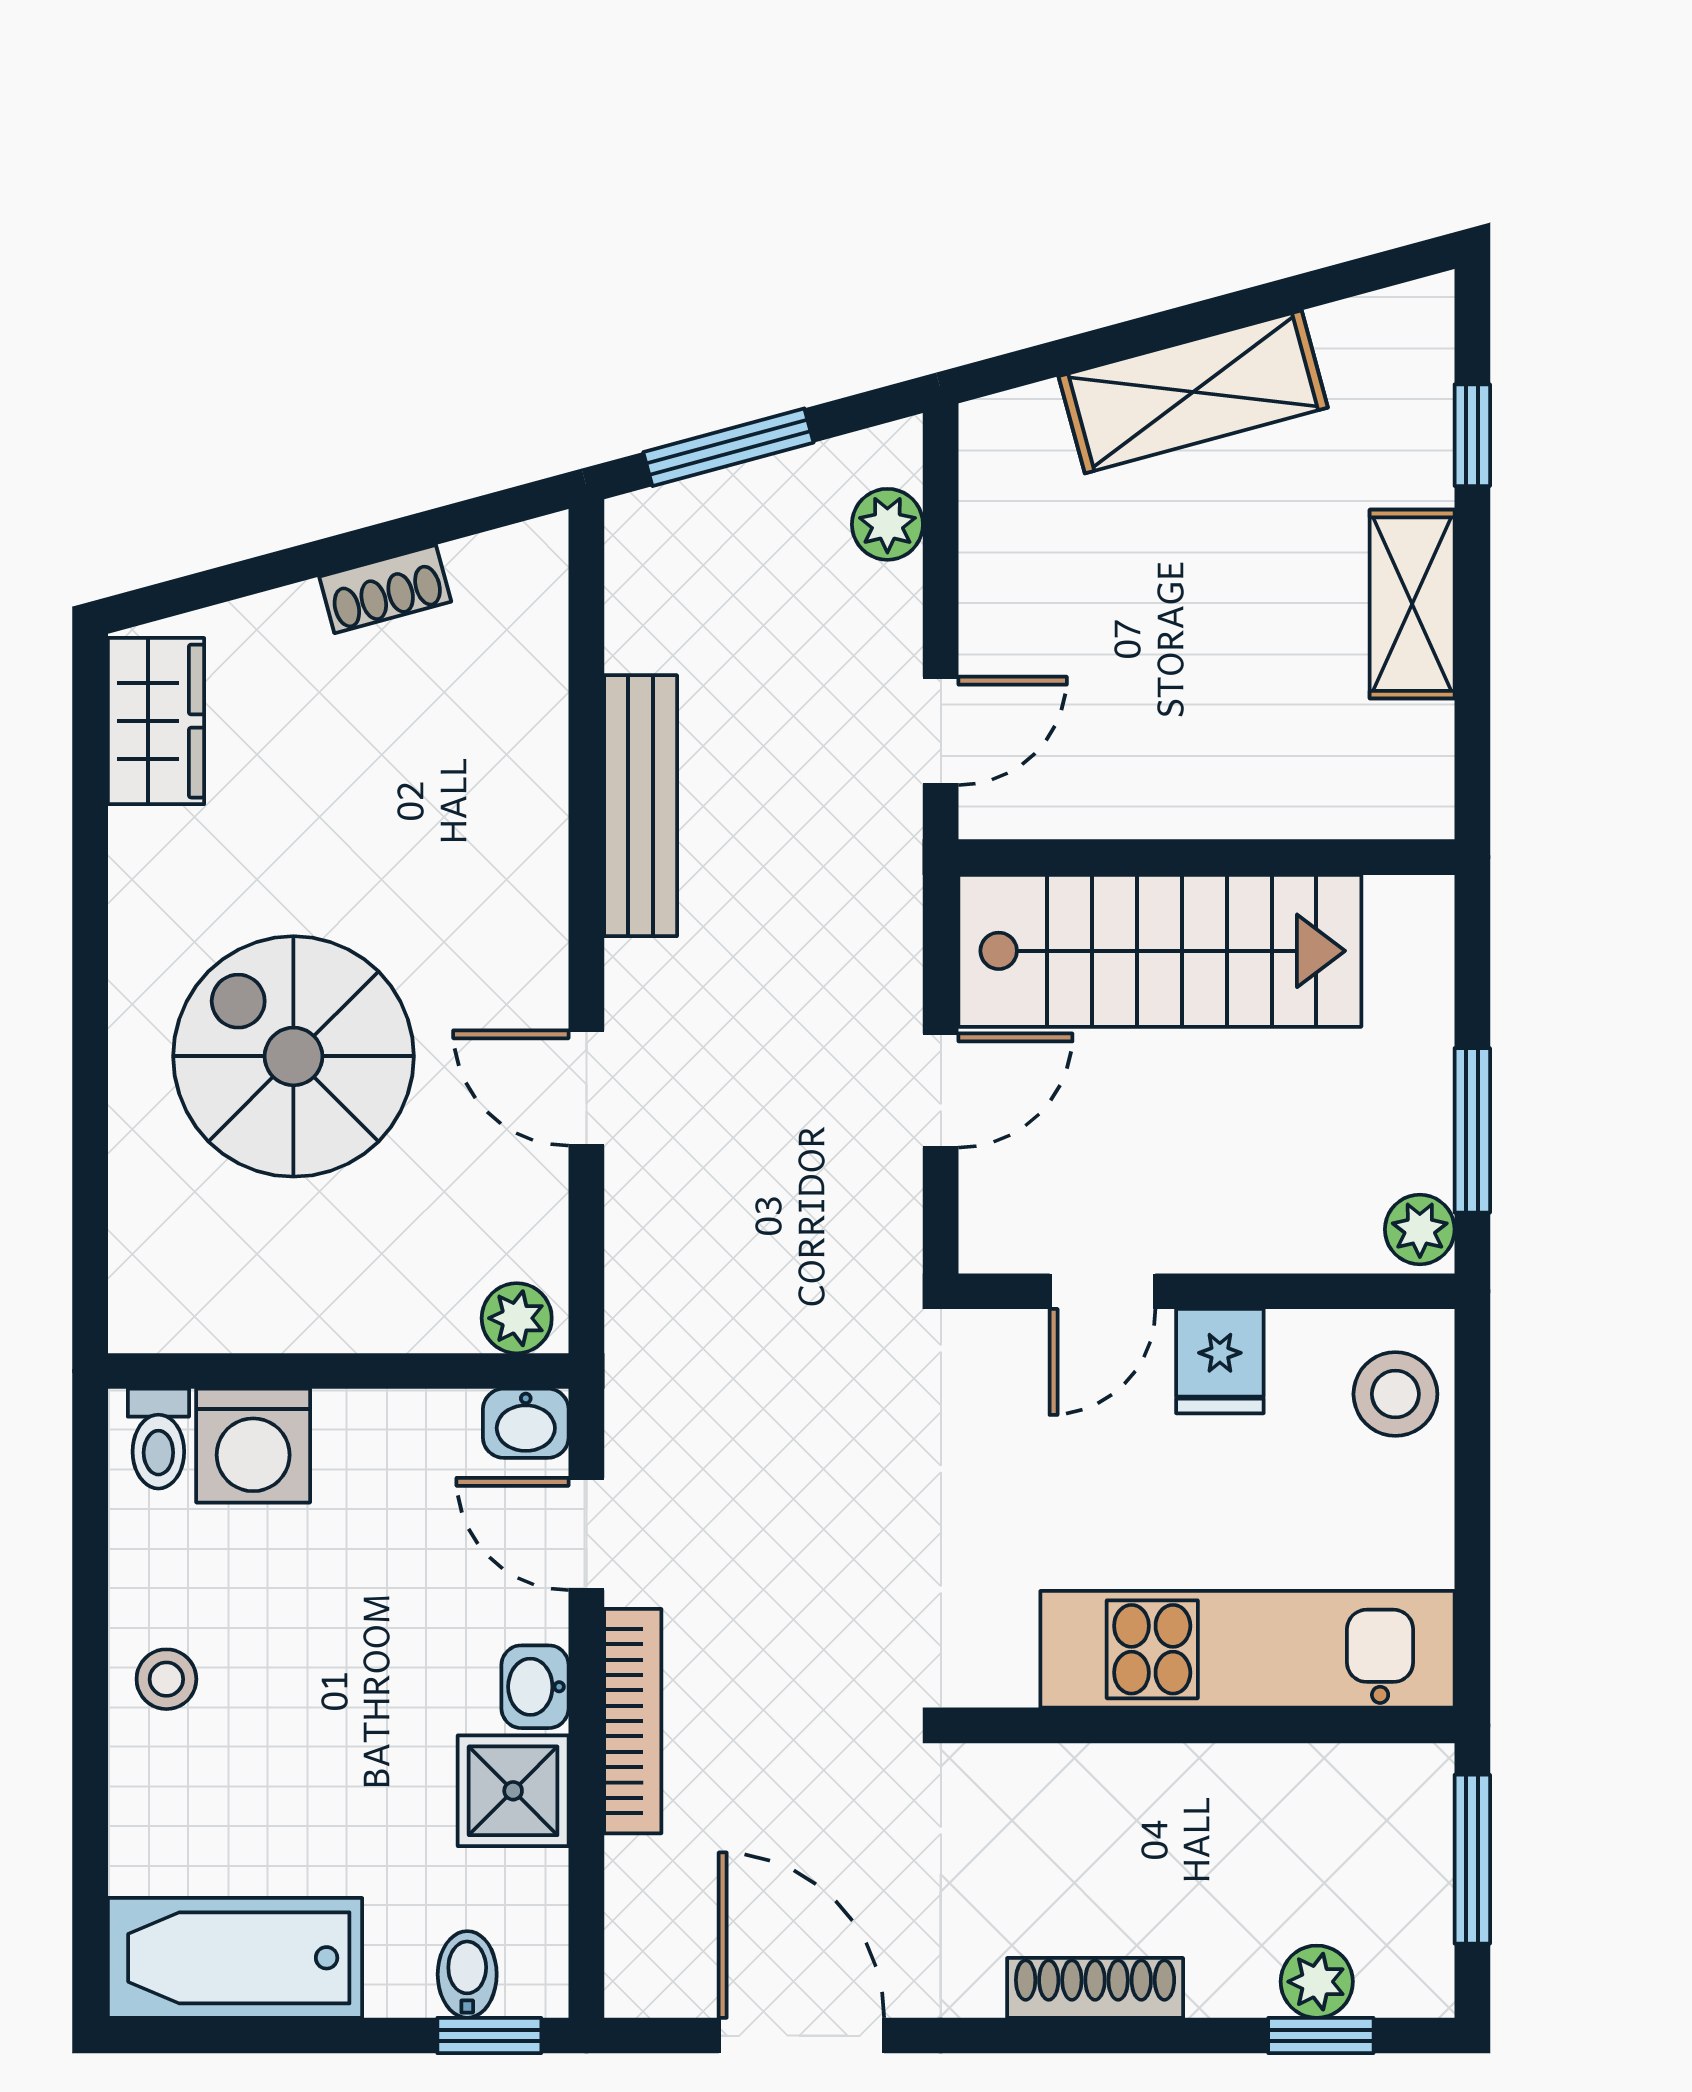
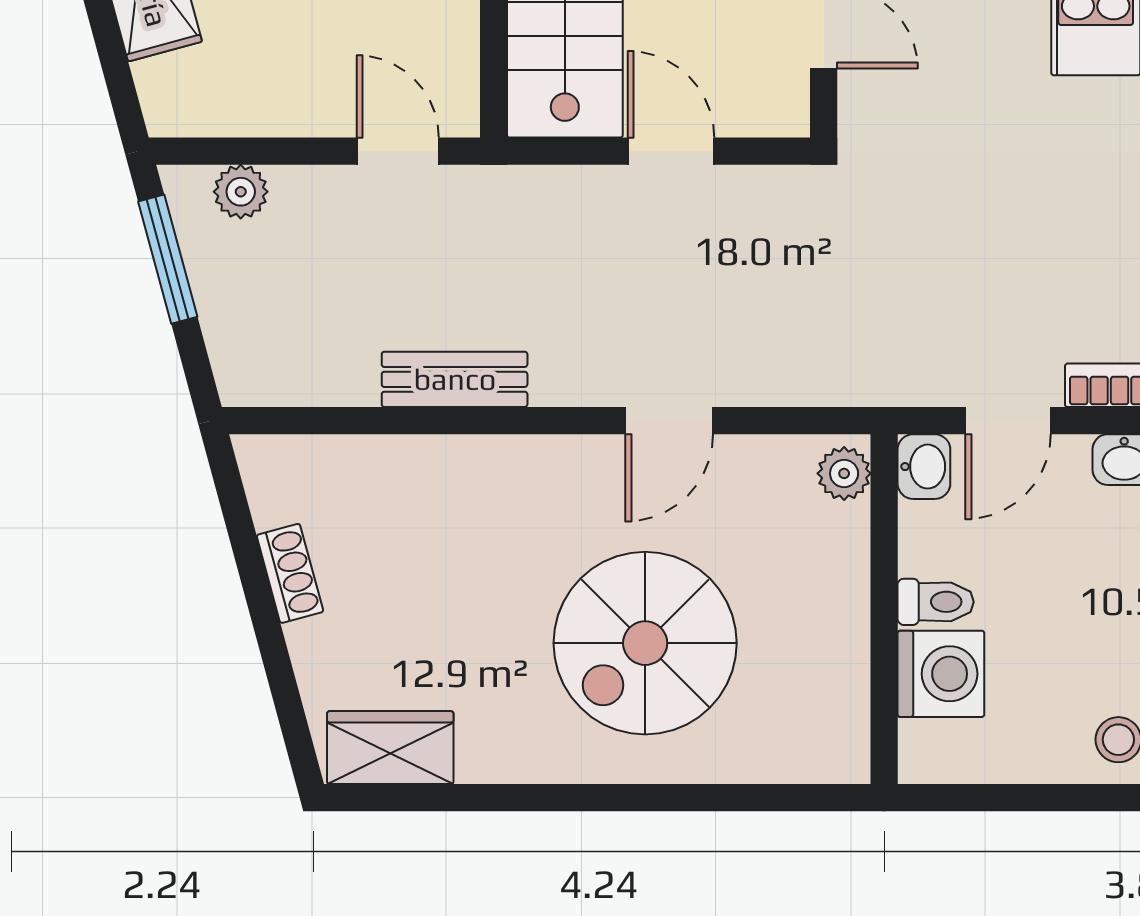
window: (728, 447) -> (168, 259), moved
bench: (641, 806) -> (455, 379), width x0.73
toilet: (158, 1439) -> (936, 602), moved

